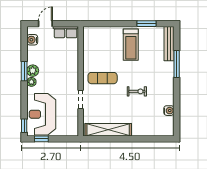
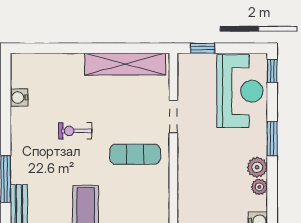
window: (24, 71) -> (272, 139), moved
plant: (31, 82) -> (259, 187), moved
window: (41, 139) -> (202, 48), moved

